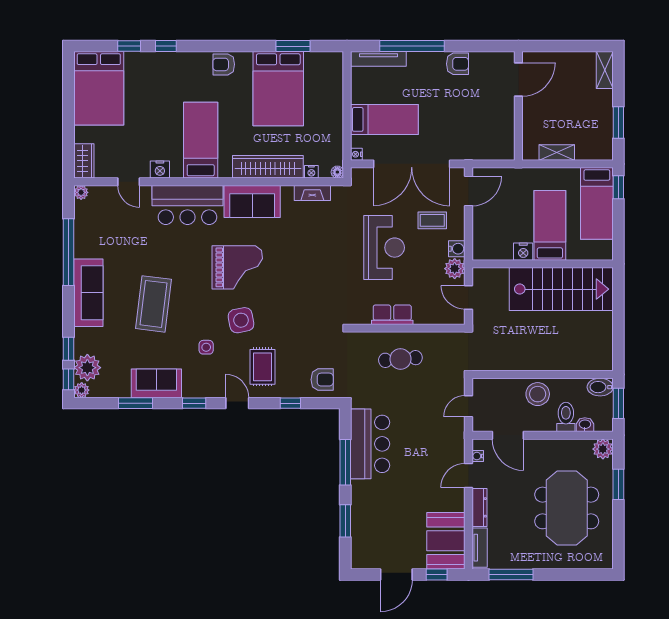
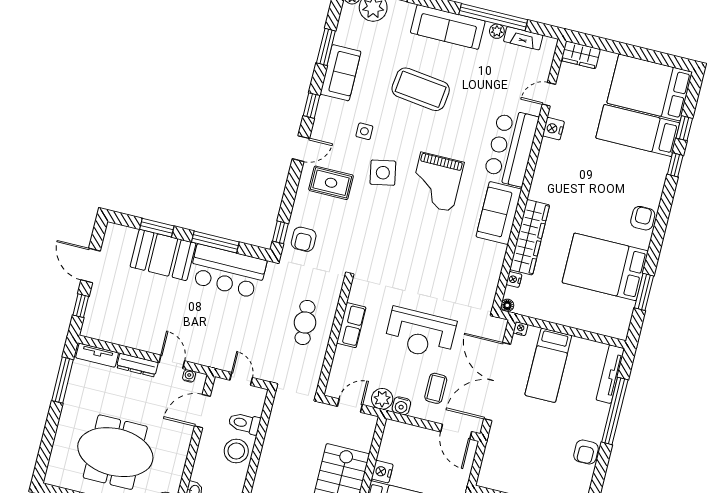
bed: (201, 140) -> (638, 131), moved, turned 180
plant: (81, 192) -> (497, 31), moved
fireplace: (312, 193) -> (523, 38), moved, turned -90
window: (290, 403) -> (280, 232), moved
toilet: (566, 417) -> (244, 423), moved, turned 180
booth: (446, 541) -> (163, 255), moved

